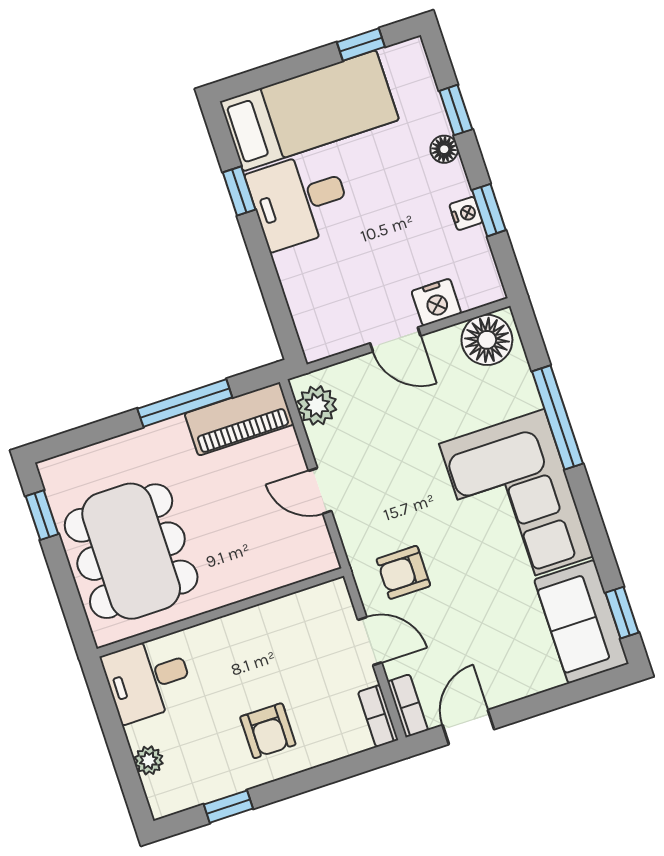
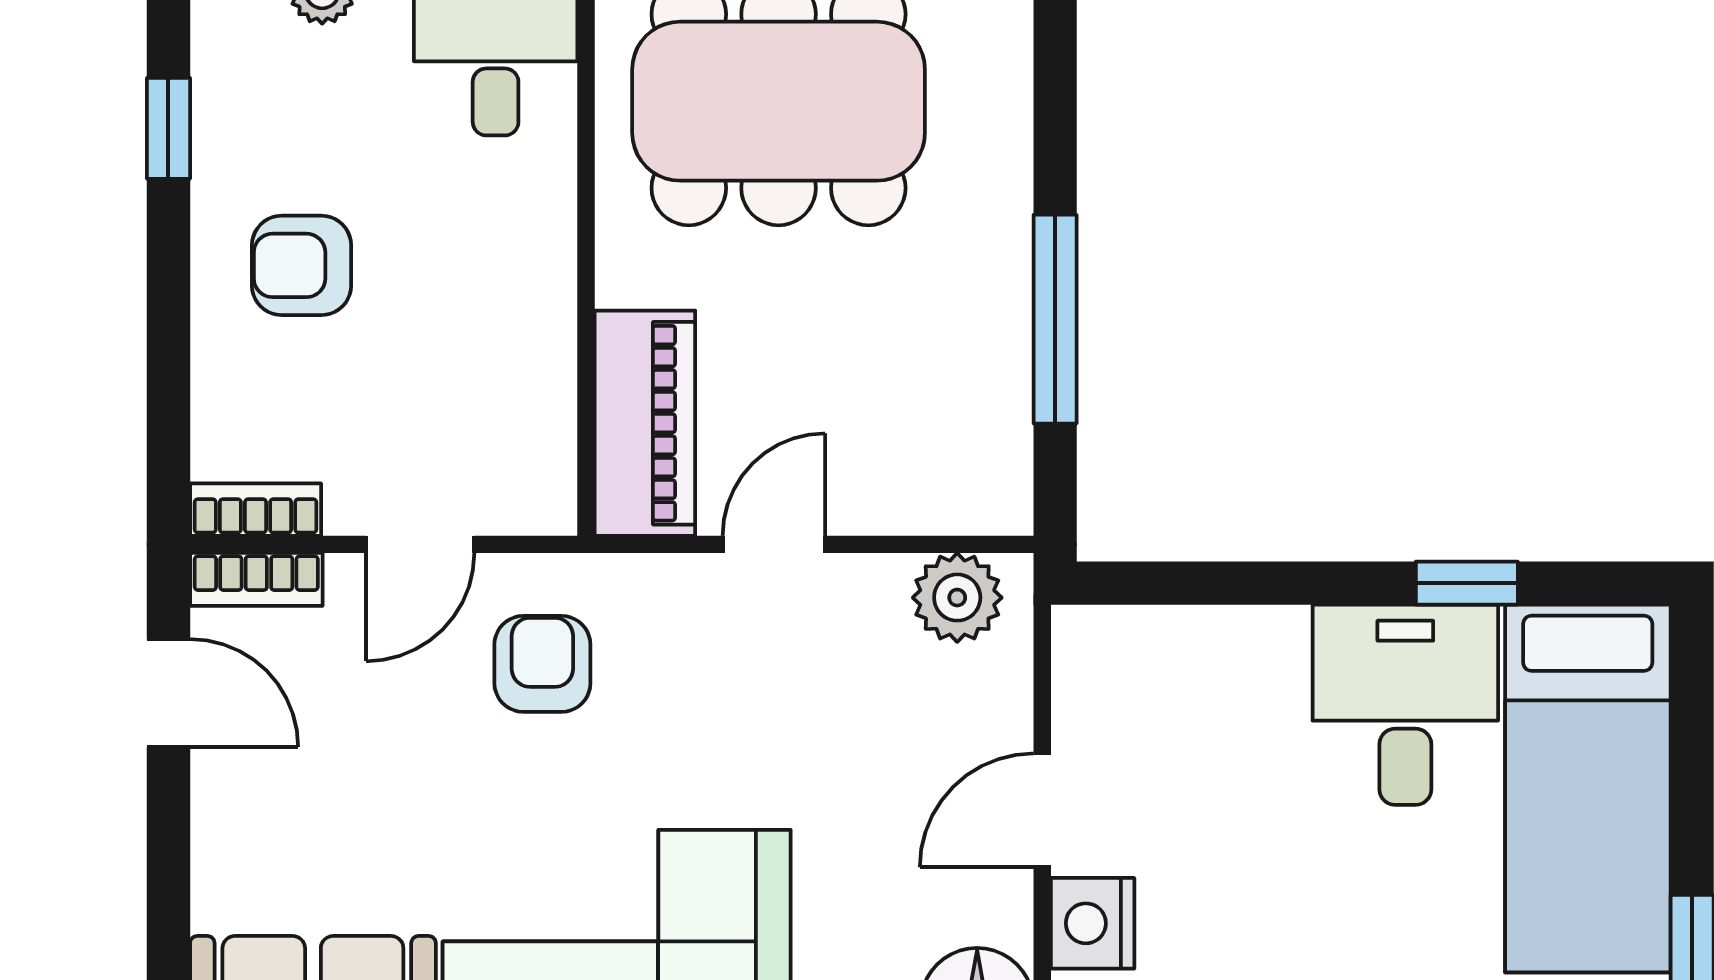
piano: (239, 419) -> (645, 423), moved, turned 180

